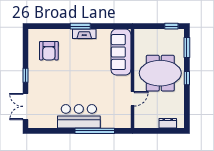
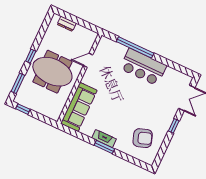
armchair: (49, 51) -> (143, 138), turned 71

